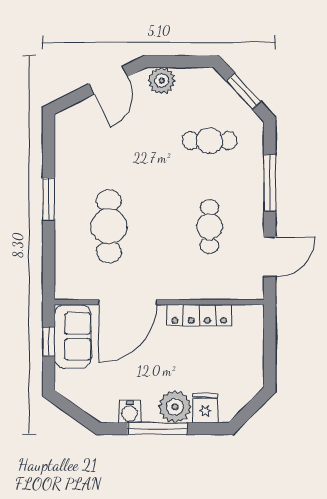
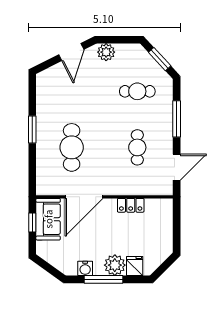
locker: (199, 315) -> (131, 205), width x0.66

